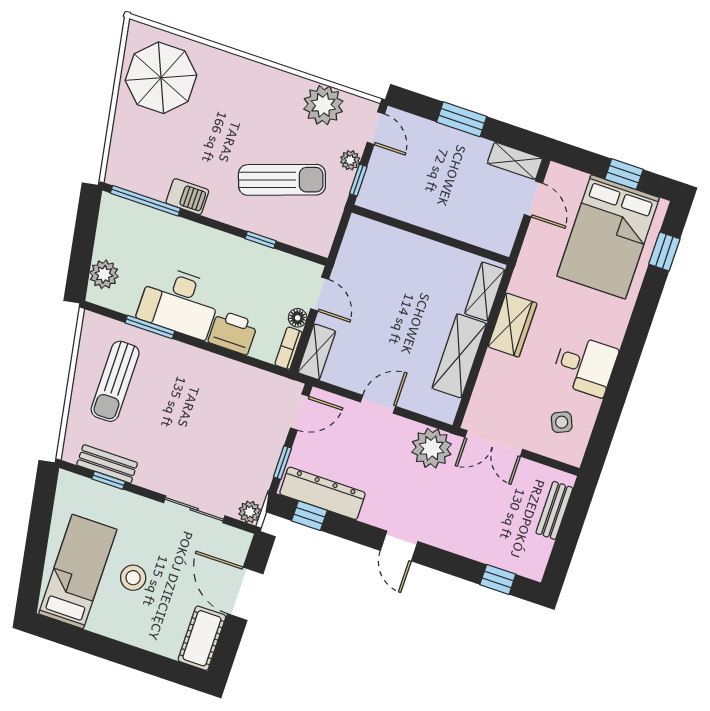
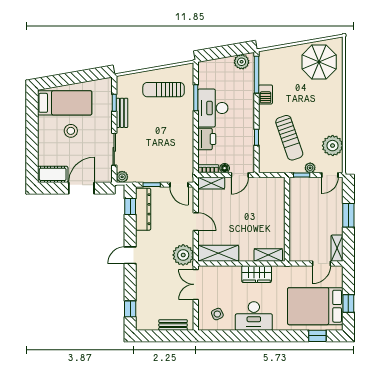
plant: (104, 274) -> (242, 62), moved
shelving: (459, 356) -> (218, 253), moved
desk: (585, 365) -> (254, 316), width x1.37
bench: (107, 464) -> (122, 113), moved

